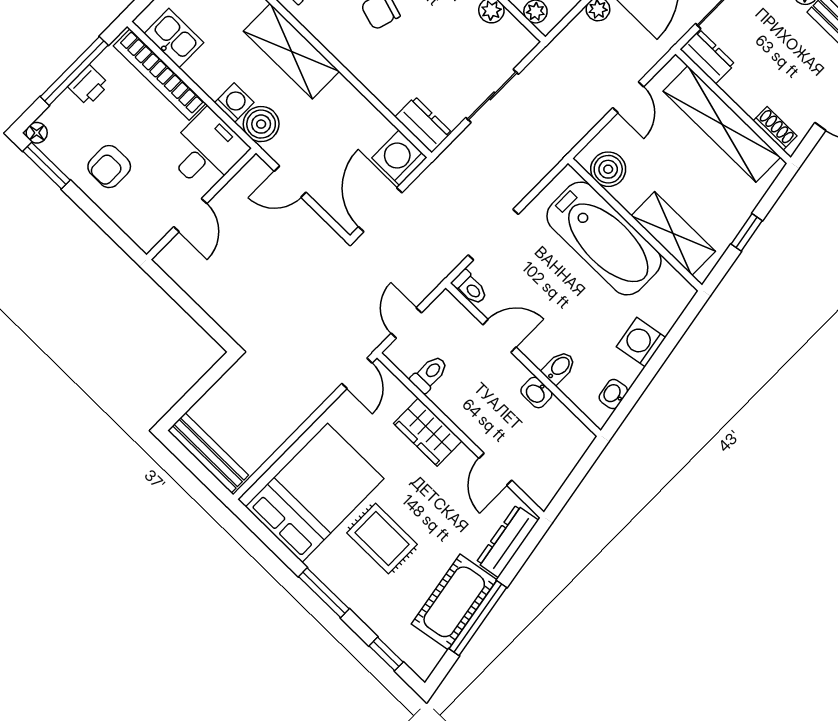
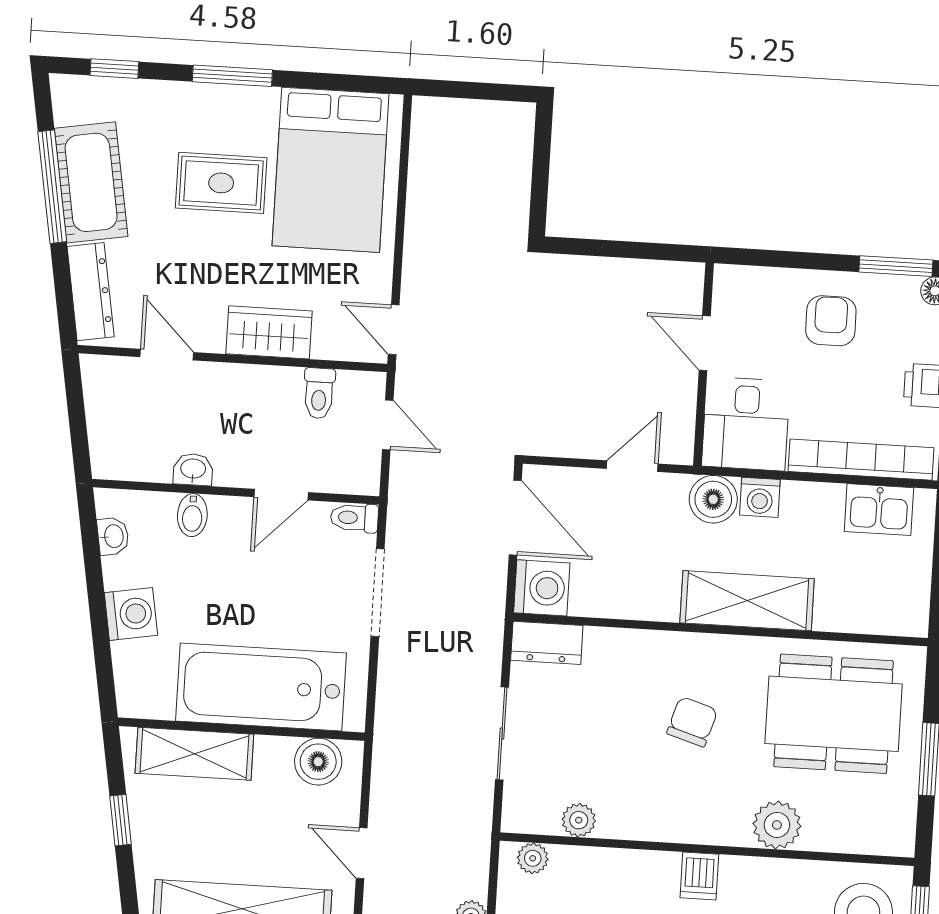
bench: (208, 453) -> (475, 116), removed

